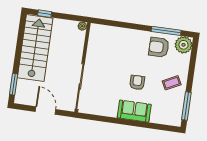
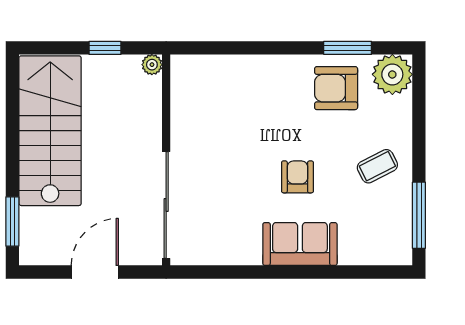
window: (45, 14) -> (105, 48), moved
window: (166, 31) -> (348, 48), width x0.69
door: (46, 111) -> (95, 272), hinge flipped

